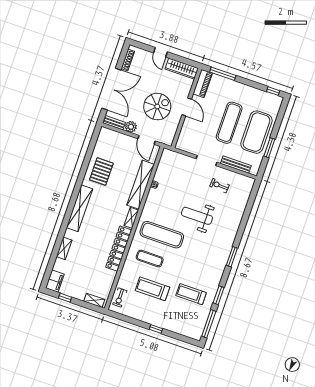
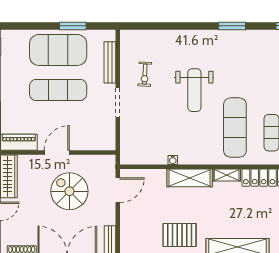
plant: (131, 127) -> (108, 217), removed
shelving: (141, 185) -> (190, 178), width x0.68

